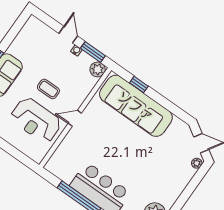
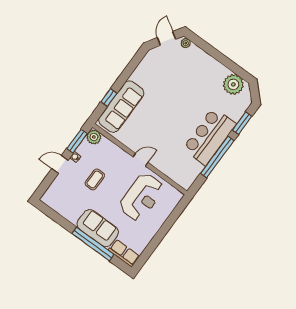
coffee table: (48, 89) -> (95, 179), moved
sofa: (136, 106) -> (121, 107), width x0.74, depth x0.79
door: (75, 118) -> (140, 160), swing flipped

